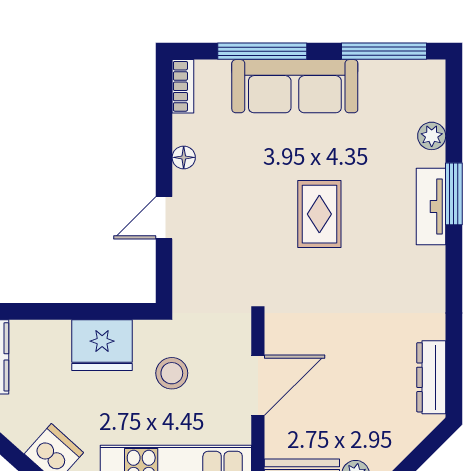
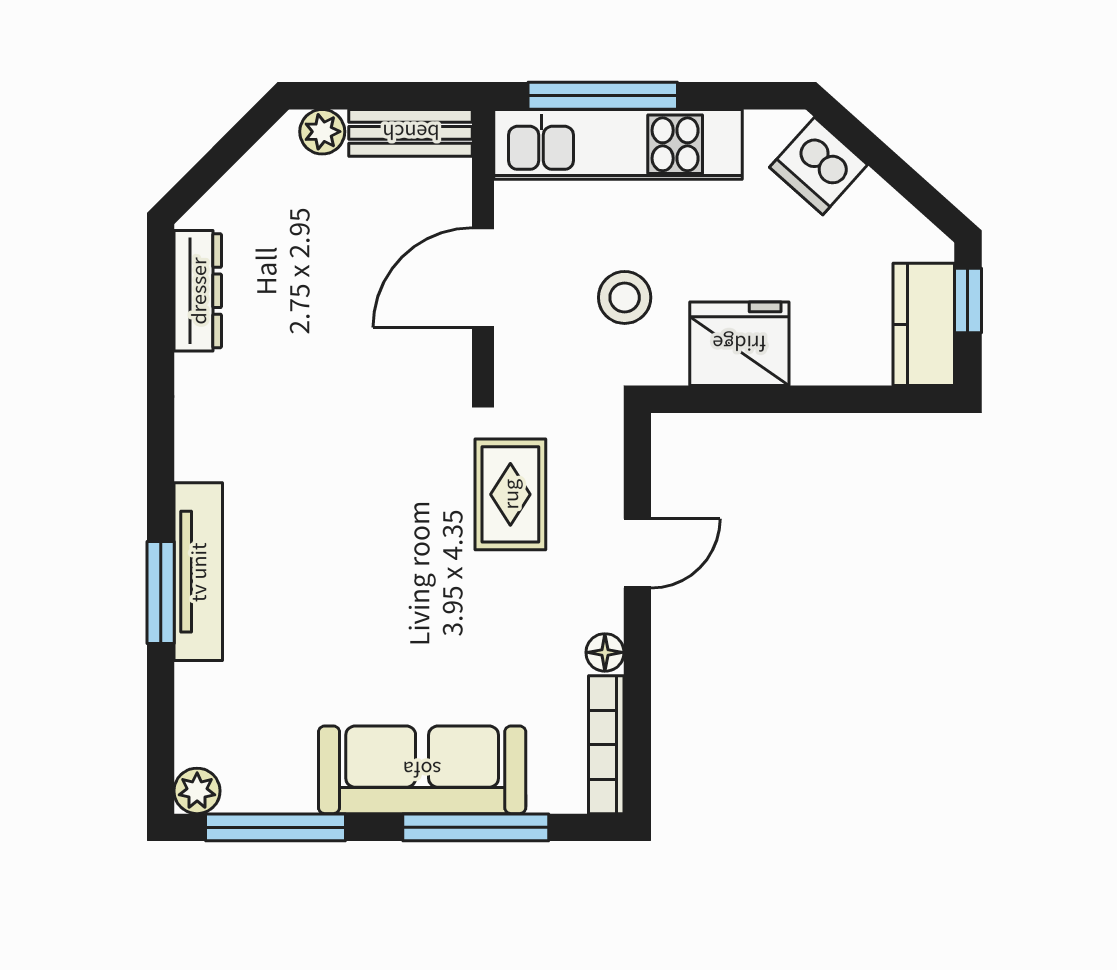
bookcase: (183, 86) -> (606, 745), width x1.56
plant: (432, 136) -> (197, 791), moved
tv unit: (431, 207) -> (198, 572), width x1.41
rug: (319, 214) -> (510, 494), moved

